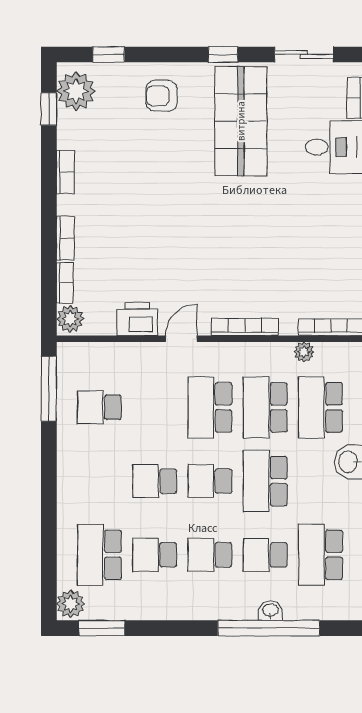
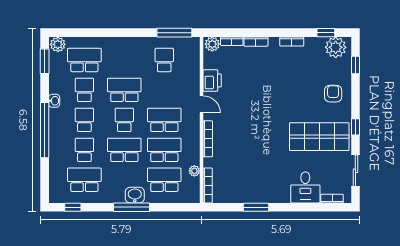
school desk: (155, 481) -> (124, 90), width x1.85
washbasin: (270, 611) -> (54, 101), moved
window: (269, 628) -> (45, 130), moved

